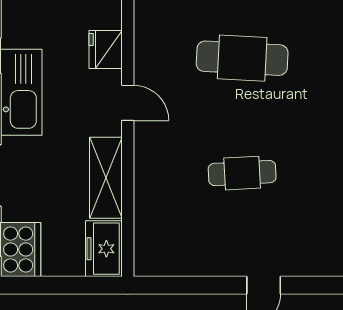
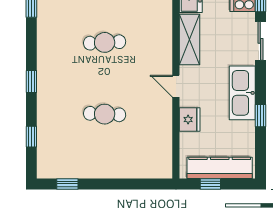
cafe table: (242, 58) -> (105, 114), width x0.73, depth x0.74

